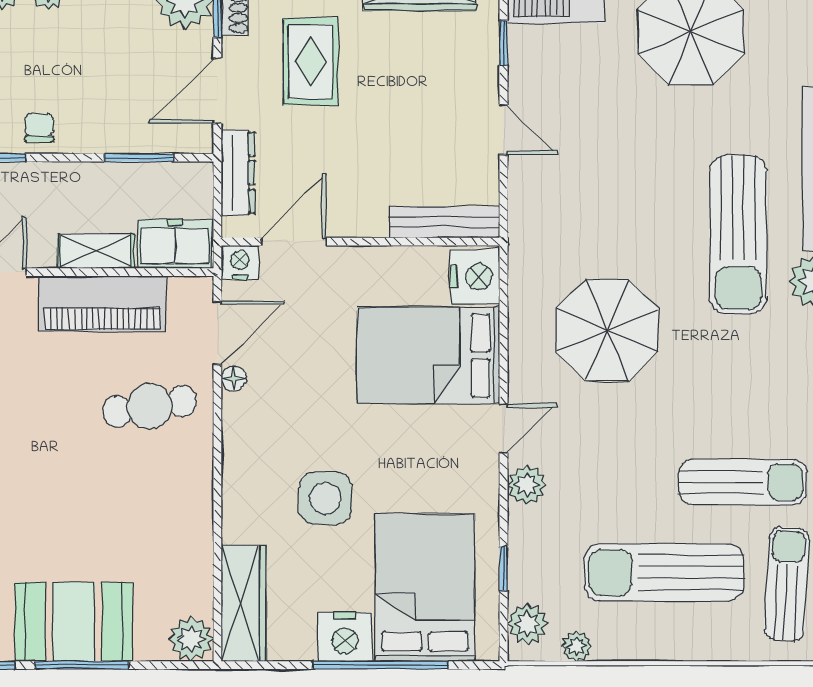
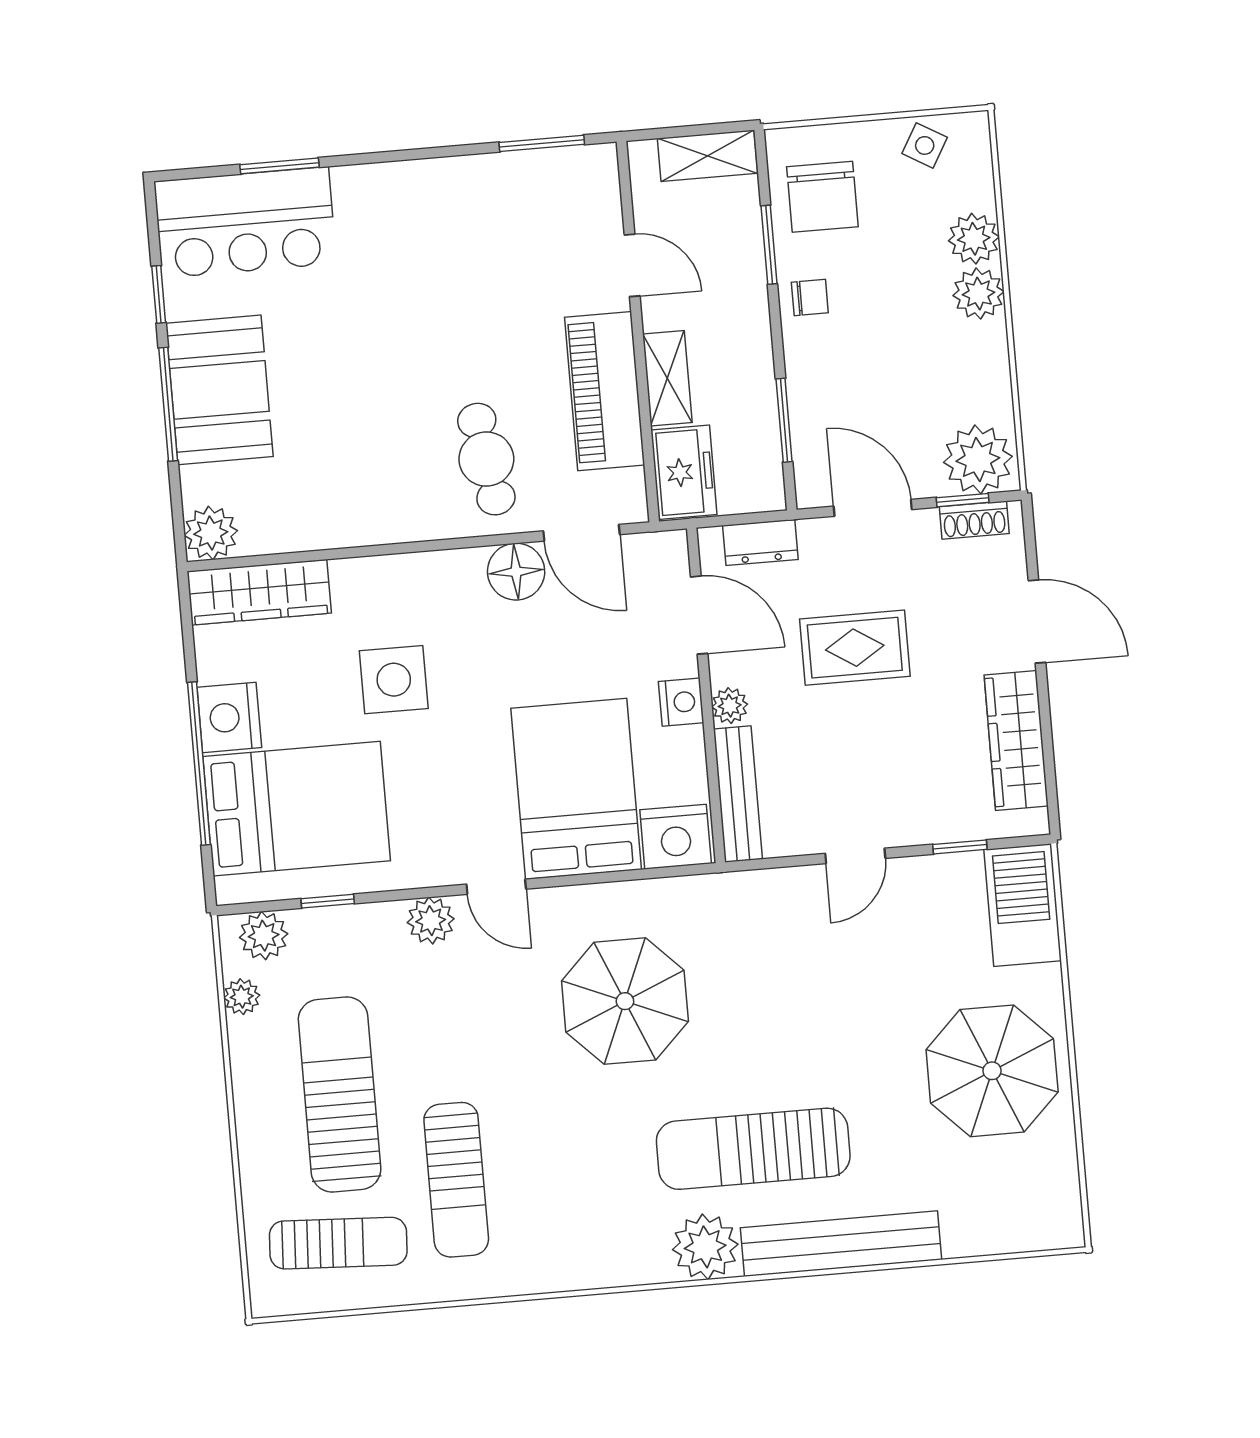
rug: (311, 62) -> (855, 648), moved
dresser: (238, 173) -> (760, 542), width x0.70
plant: (371, 223) -> (730, 706), added
nightstand: (240, 263) -> (681, 702), moved
floor lamp: (234, 379) -> (516, 572), width x1.89, depth x1.89

